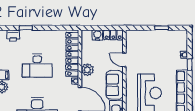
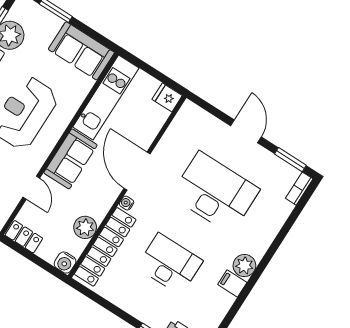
water cooler: (97, 35) -> (65, 263), moved
plant: (87, 70) -> (85, 227), moved

